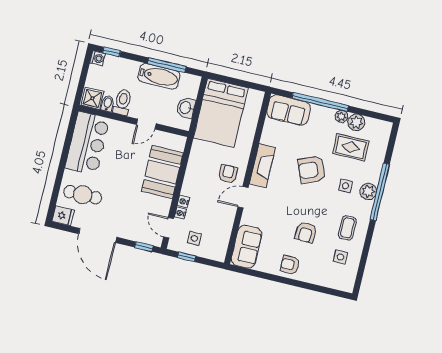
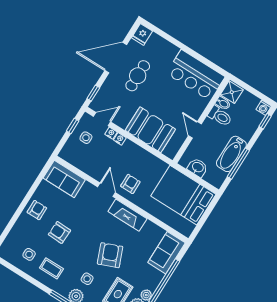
armchair: (228, 174) -> (130, 184), turned -90
cafe table: (83, 195) -> (138, 76), moved

